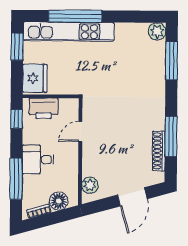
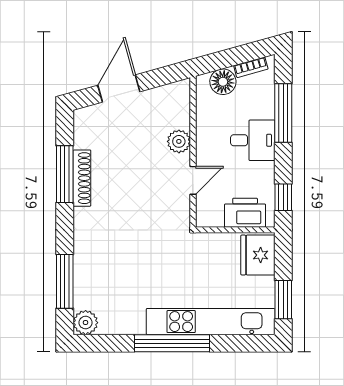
window: (75, 16) -> (172, 343), moved
shoe rack: (159, 151) -> (82, 178), moved
plant: (90, 185) -> (179, 141), moved

